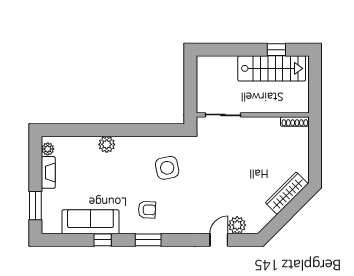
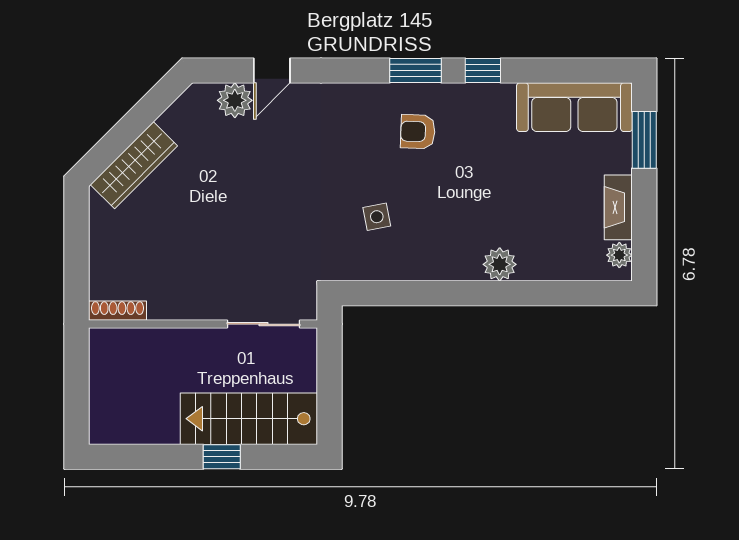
window: (276, 50) -> (222, 457), moved
stairs: (272, 68) -> (249, 419), moved
side table: (167, 168) -> (377, 217), width x0.54, depth x0.54
sofa: (90, 222) -> (574, 107), moved
window: (103, 240) -> (483, 70), moved

